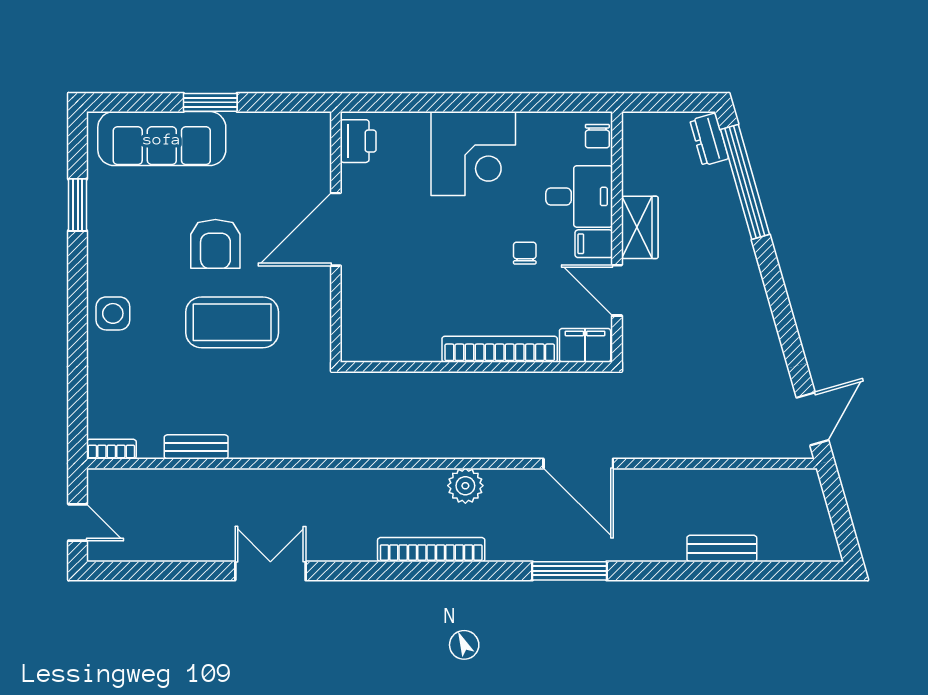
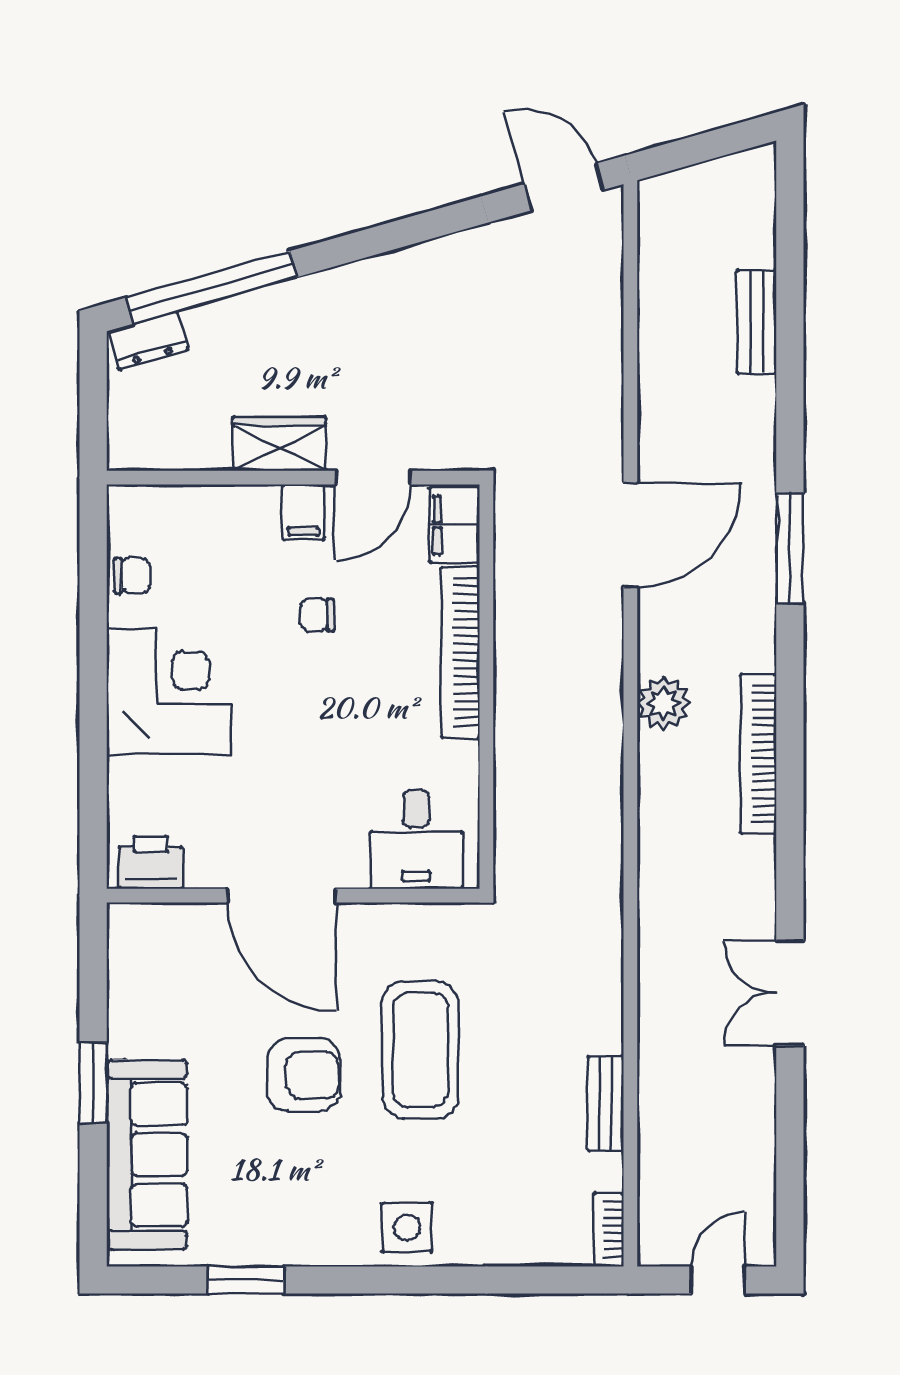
chair: (597, 136) -> (132, 576), moved
desk: (579, 196) -> (416, 839), moved, turned 180

